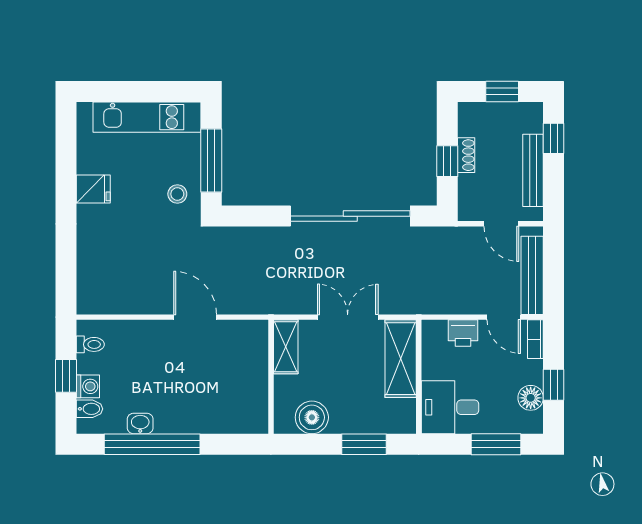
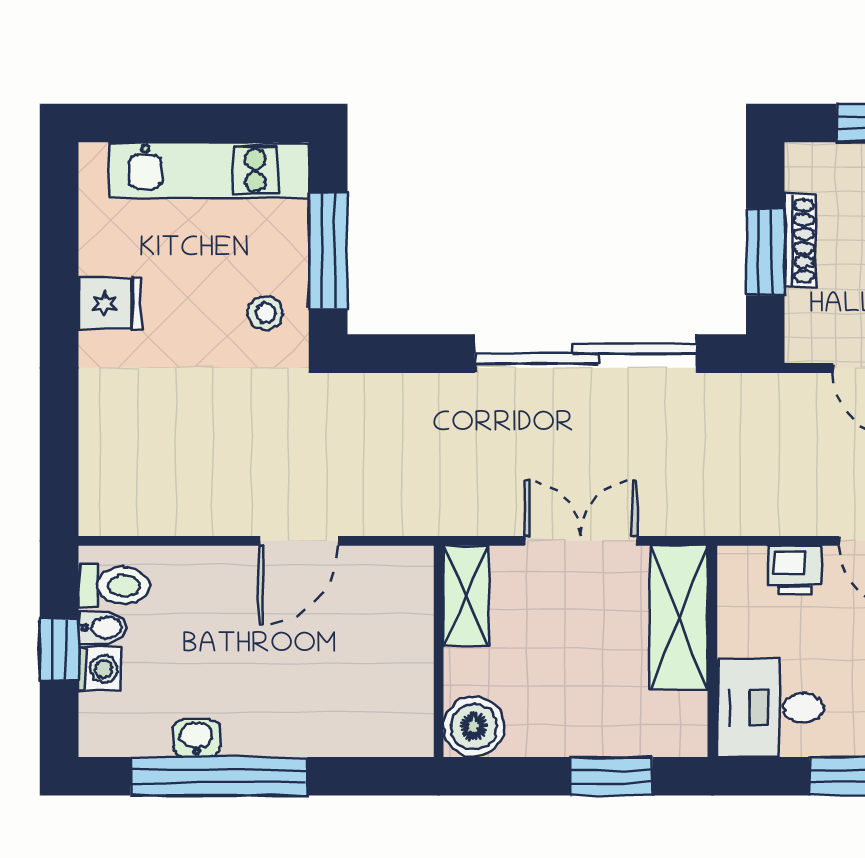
shoe rack: (466, 155) -> (800, 241), width x1.43
window: (447, 161) -> (765, 252), width x1.50
door: (195, 317) -> (298, 541), swing flipped
toilet: (90, 344) -> (114, 586), width x1.37, depth x1.39
bidet: (90, 409) -> (103, 628), moved
boiler: (312, 417) -> (474, 727), moved

